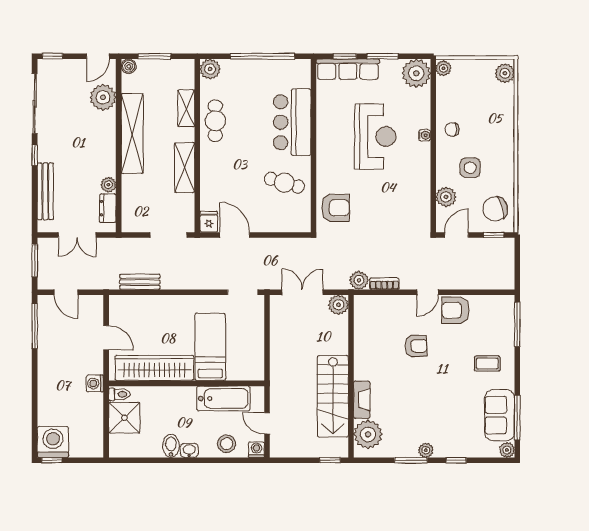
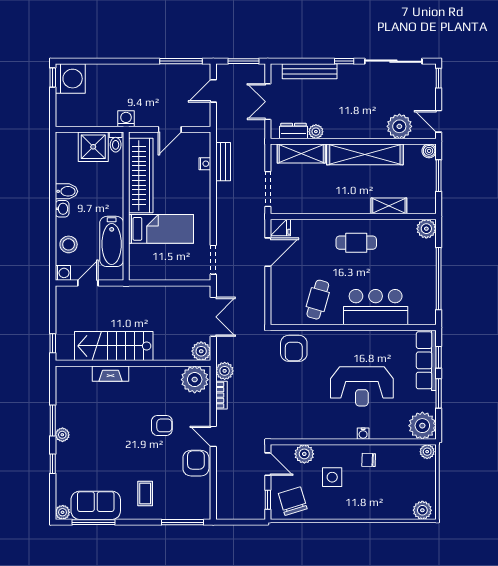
cafe table: (215, 121) -> (356, 243), moved
chair: (452, 129) -> (369, 460), turned -88
shelving: (185, 168) -> (301, 153), moved
nightstand: (142, 301) -> (205, 164), added
armchair: (416, 346) -> (162, 425), turned -88
plant: (368, 434) -> (195, 380), moved

